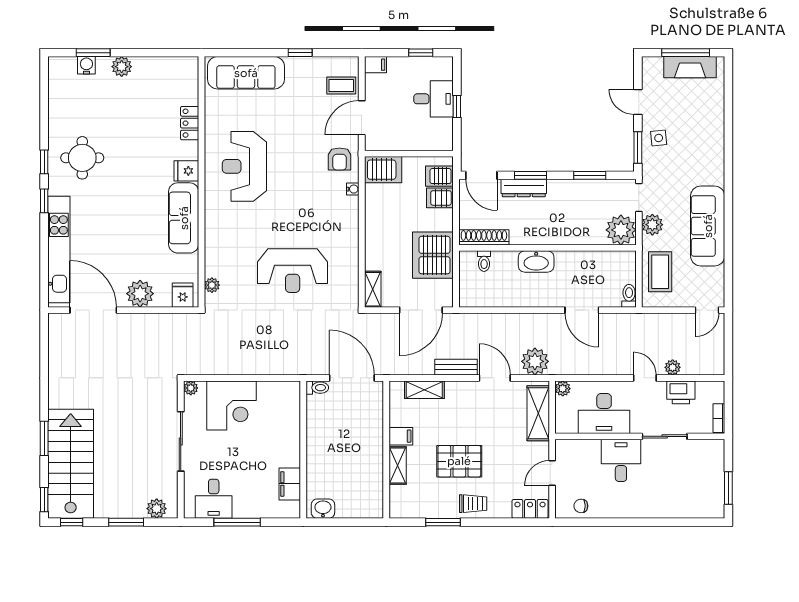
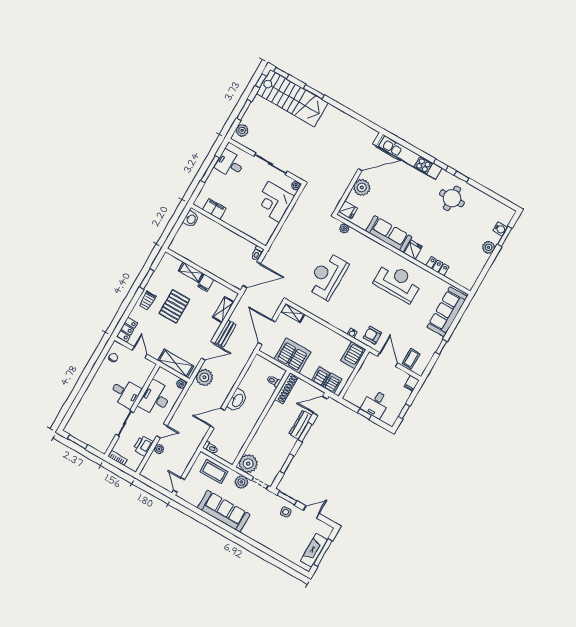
washbasin: (536, 261) -> (237, 400), moved, turned 180

